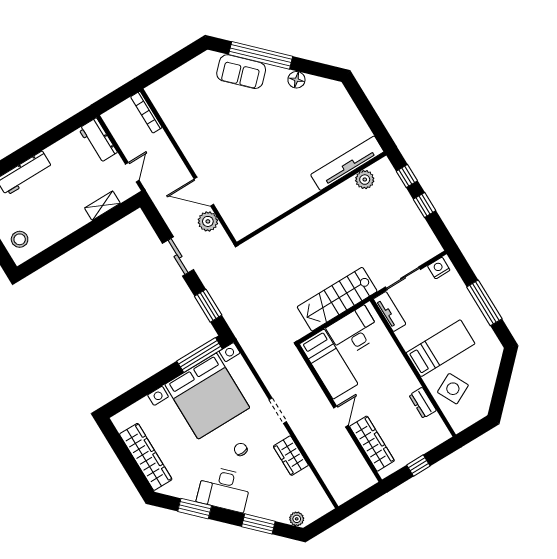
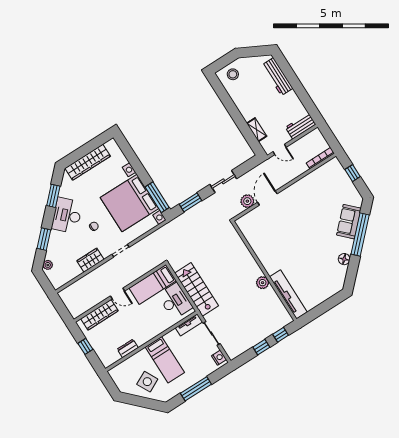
window: (169, 65) -> (353, 173), added
plant: (365, 180) -> (263, 283), moved
side table: (453, 389) -> (147, 382), moved

